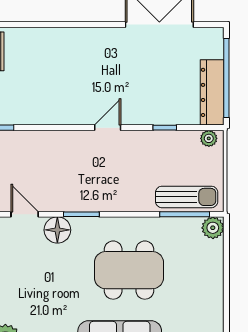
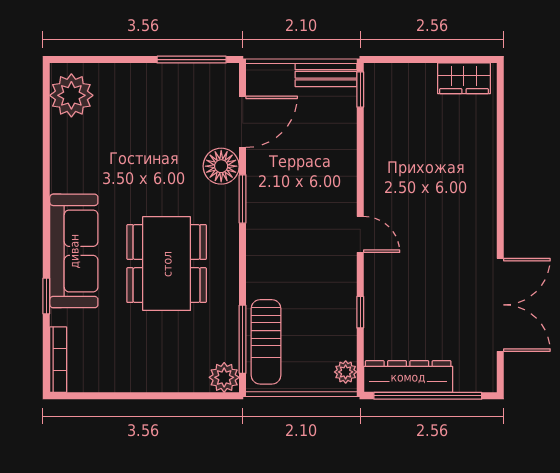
door: (25, 214) -> (243, 122), width x1.38

